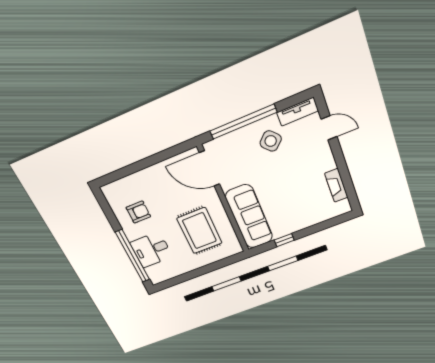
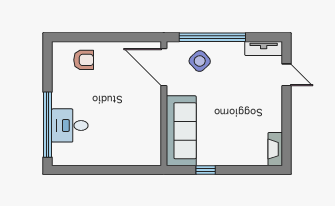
side table: (271, 141) -> (200, 61), moved
fireplace: (336, 185) -> (275, 149), moved
armchair: (138, 212) -> (84, 60), moved
rug: (199, 231) -> (127, 125), removed

